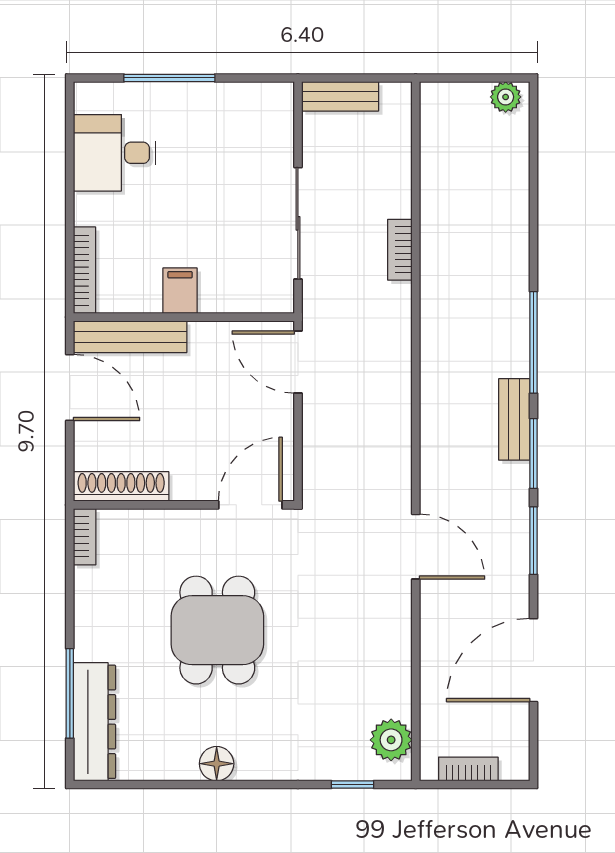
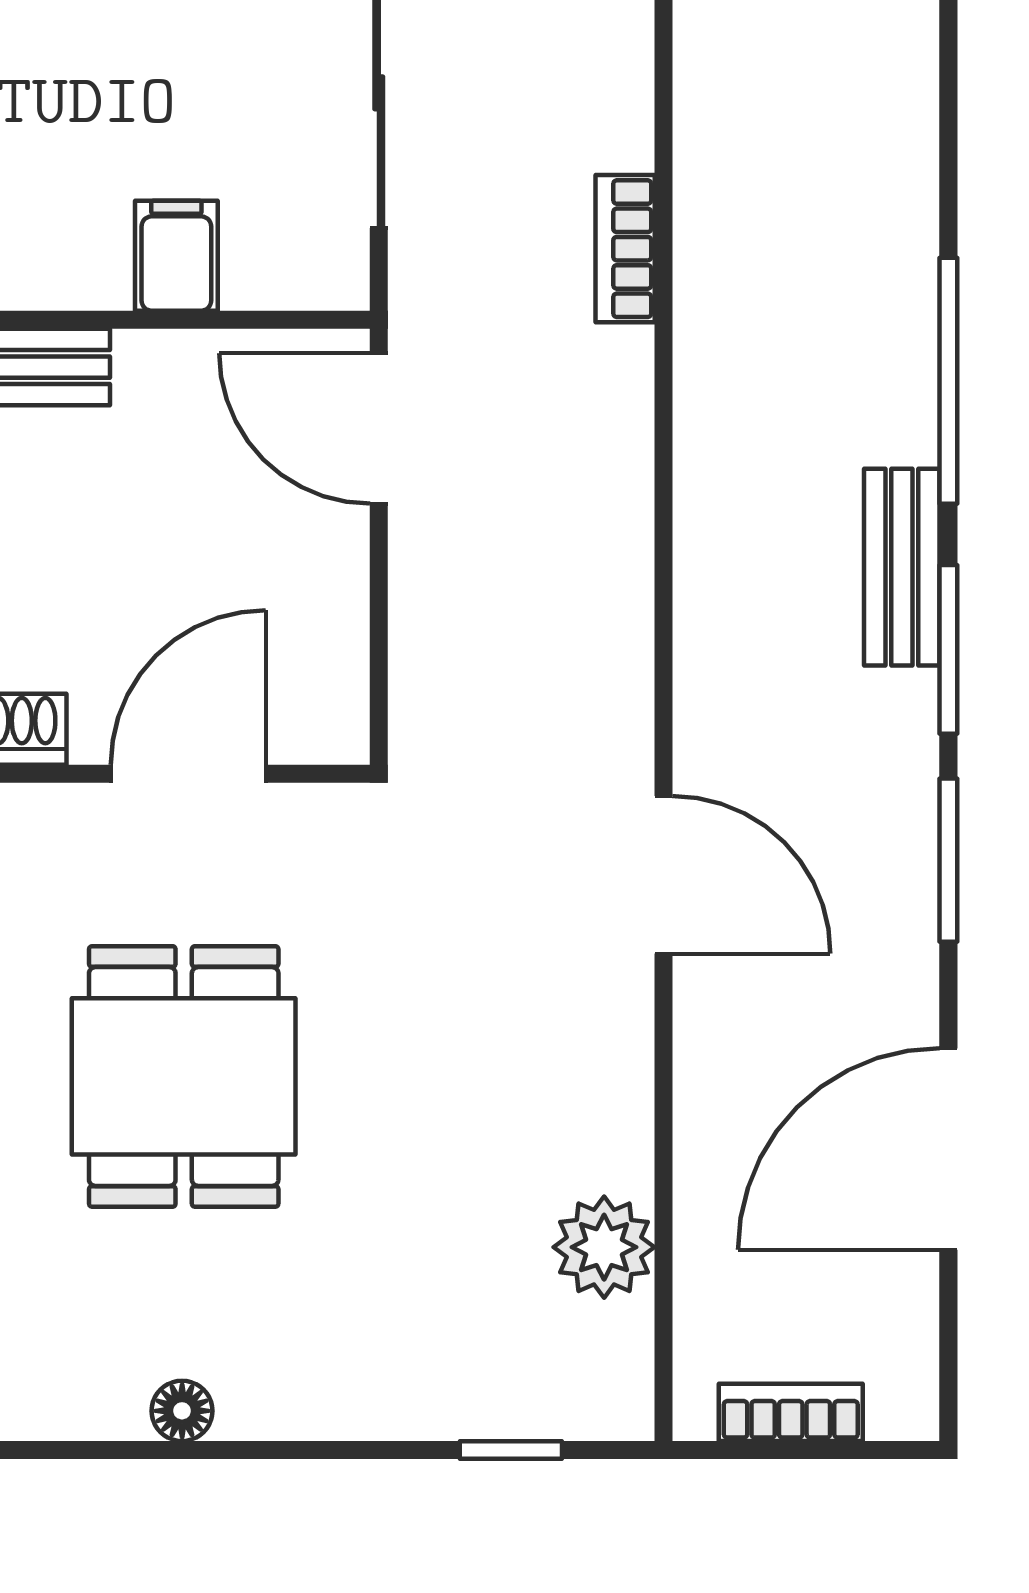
bookcase: (400, 250) -> (625, 249), moved
filing cabinet: (180, 291) -> (176, 256), moved
door: (250, 505) -> (188, 774), moved
plant: (391, 740) -> (604, 1247), moved
floor lamp: (217, 764) -> (182, 1411), width x0.73, depth x0.73

